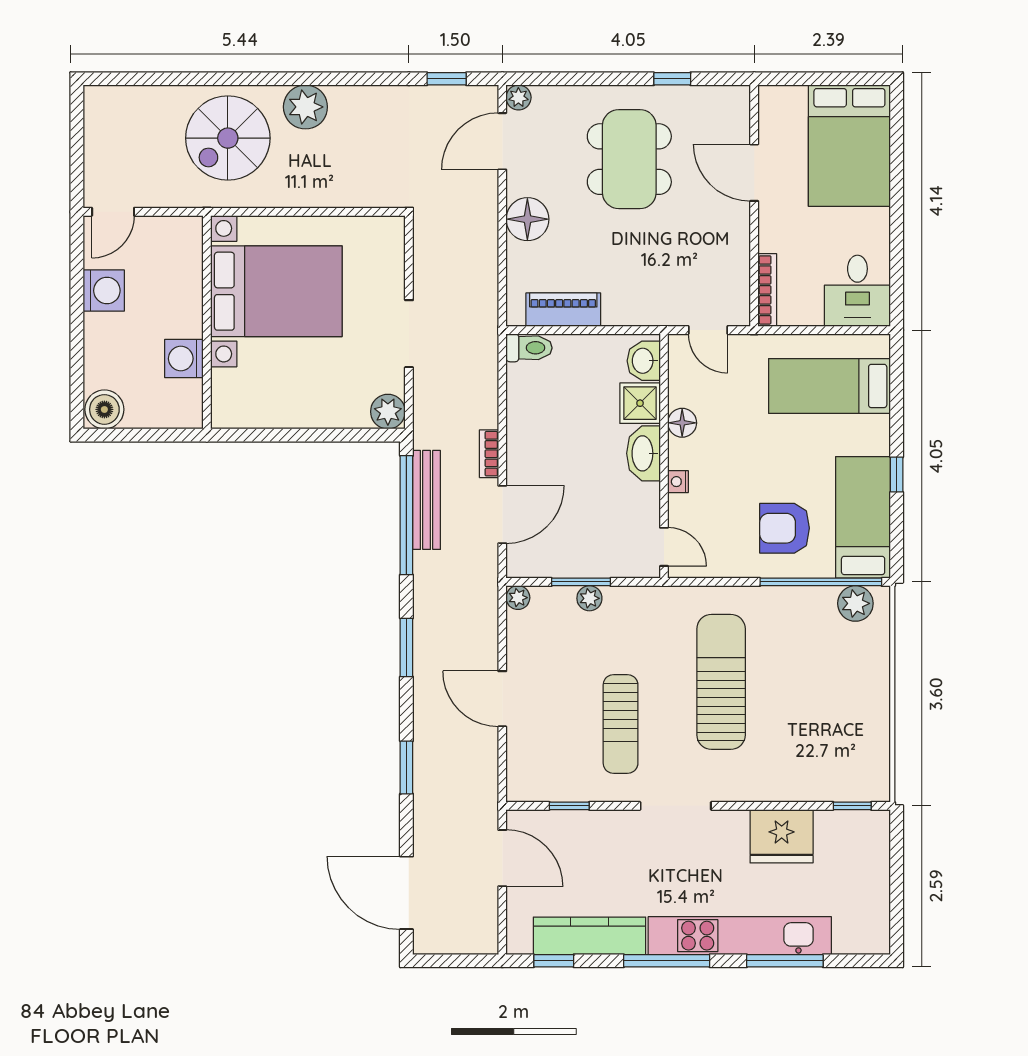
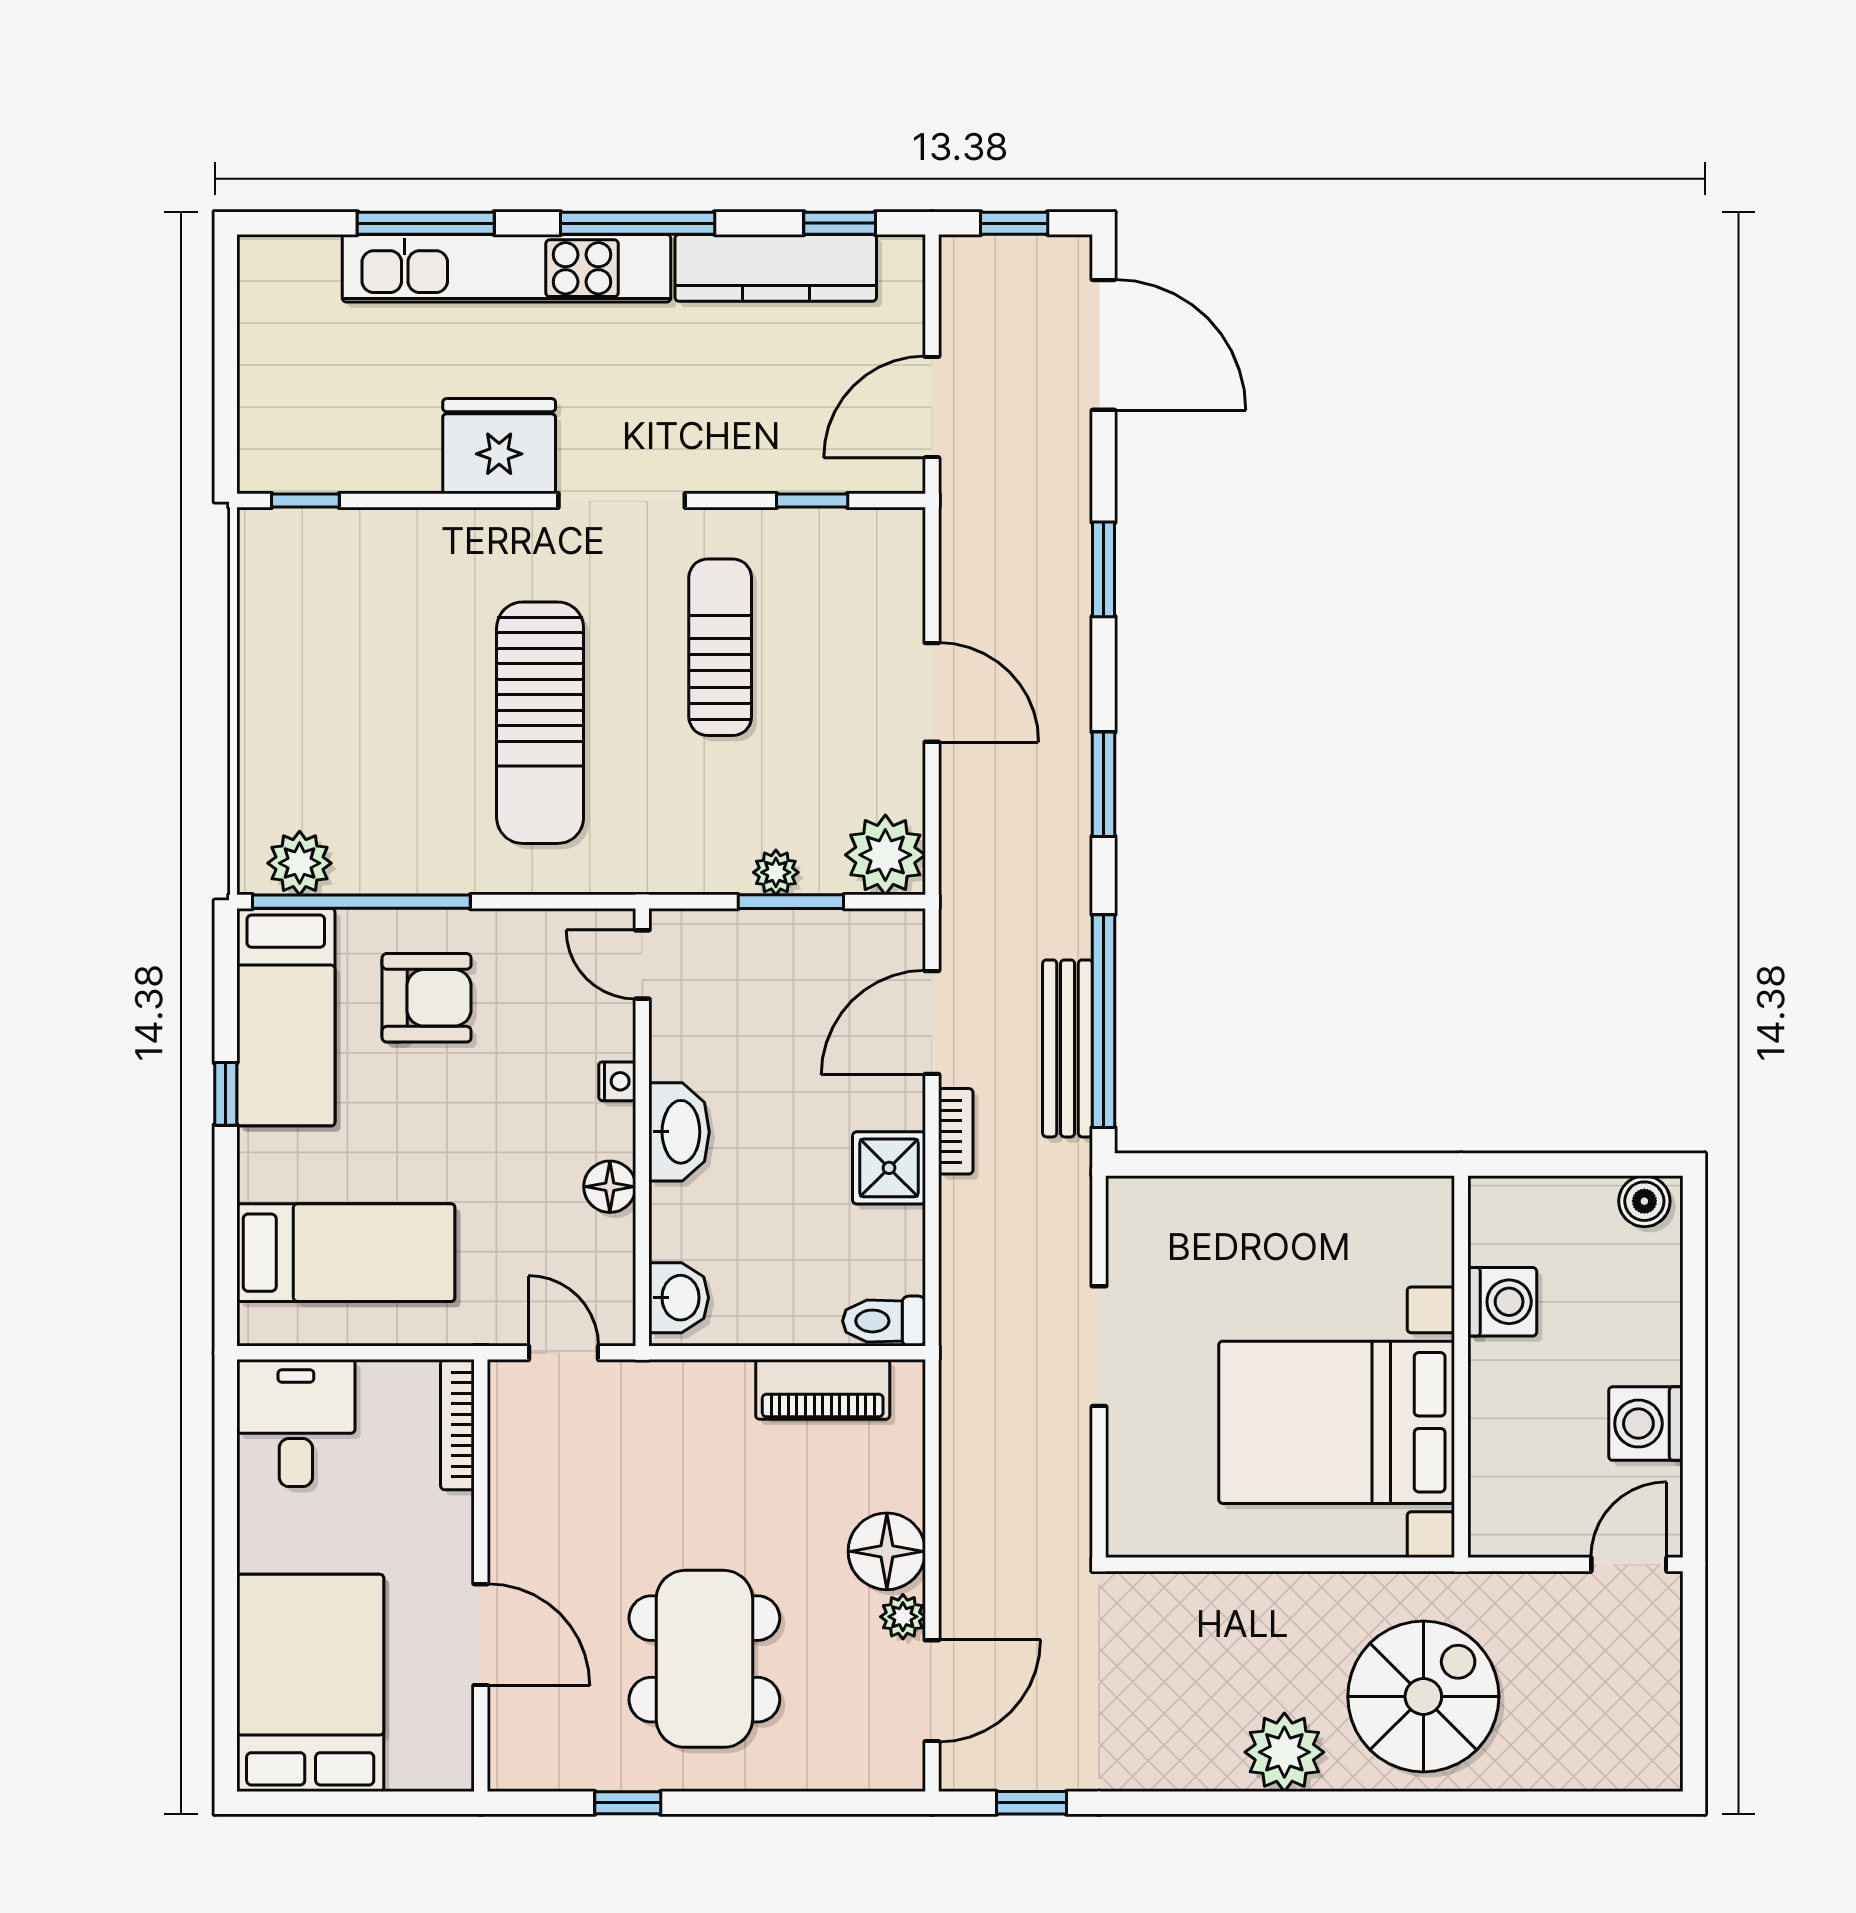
plant: (518, 97) -> (903, 1617), moved
shower: (640, 403) -> (889, 1168), moved
boiler: (104, 409) -> (1644, 1201), width x0.73, depth x0.73
plant: (388, 412) -> (1137, 1207), removed
plant: (518, 598) -> (885, 855), width x1.87, depth x1.87
fridge: (782, 836) -> (499, 446), moved
door: (502, 858) -> (932, 407), hinge flipped
window: (456, 961) -> (1014, 223), added

